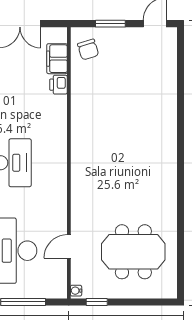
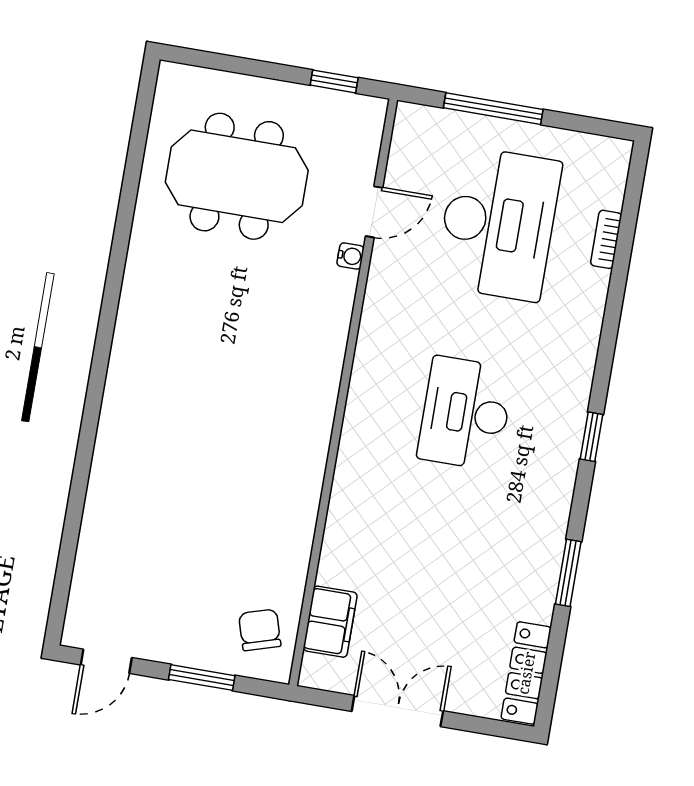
printer: (58, 85) -> (337, 565), removed
water cooler: (76, 291) -> (350, 256), moved

